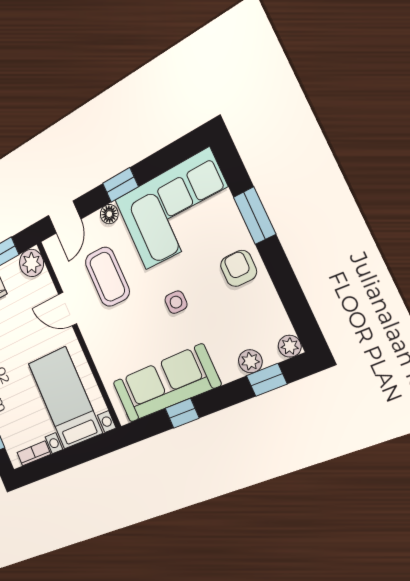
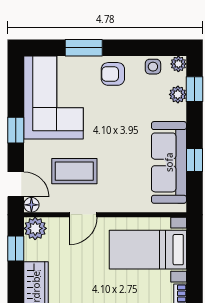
floor lamp: (109, 214) -> (31, 205), moved
side table: (176, 302) -> (153, 67), moved

